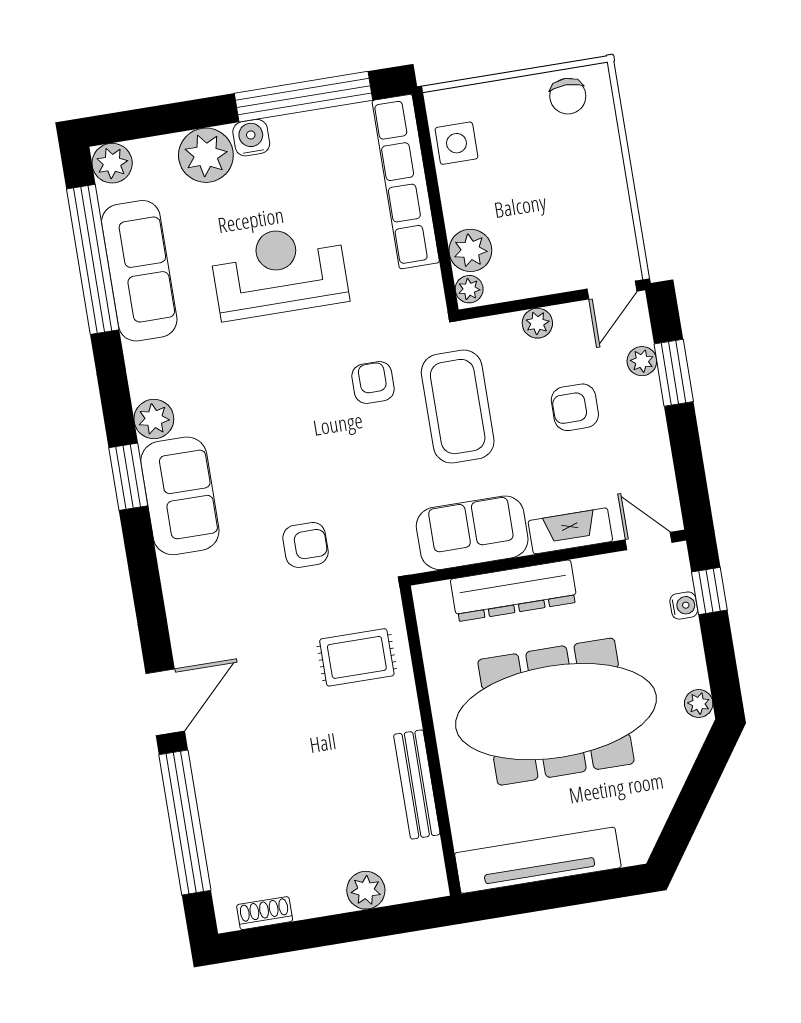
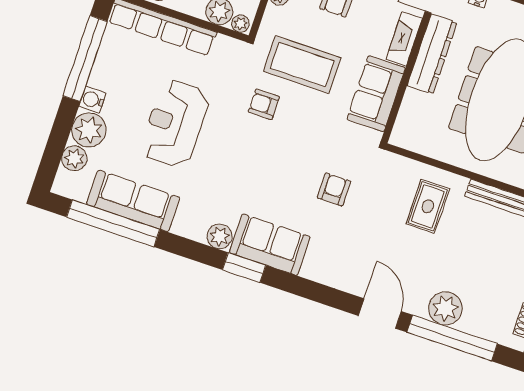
plant: (112, 163) -> (74, 158), moved
dresser: (514, 591) -> (432, 54), moved
rug: (357, 657) -> (428, 206), moved
plant: (222, 791) -> (445, 308), added

